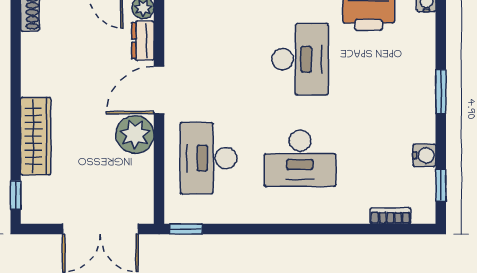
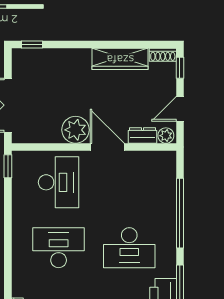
wardrobe: (36, 136) -> (120, 59), moved
desk: (208, 158) -> (59, 182), turned 90
desk: (300, 158) -> (59, 248), turned 90

